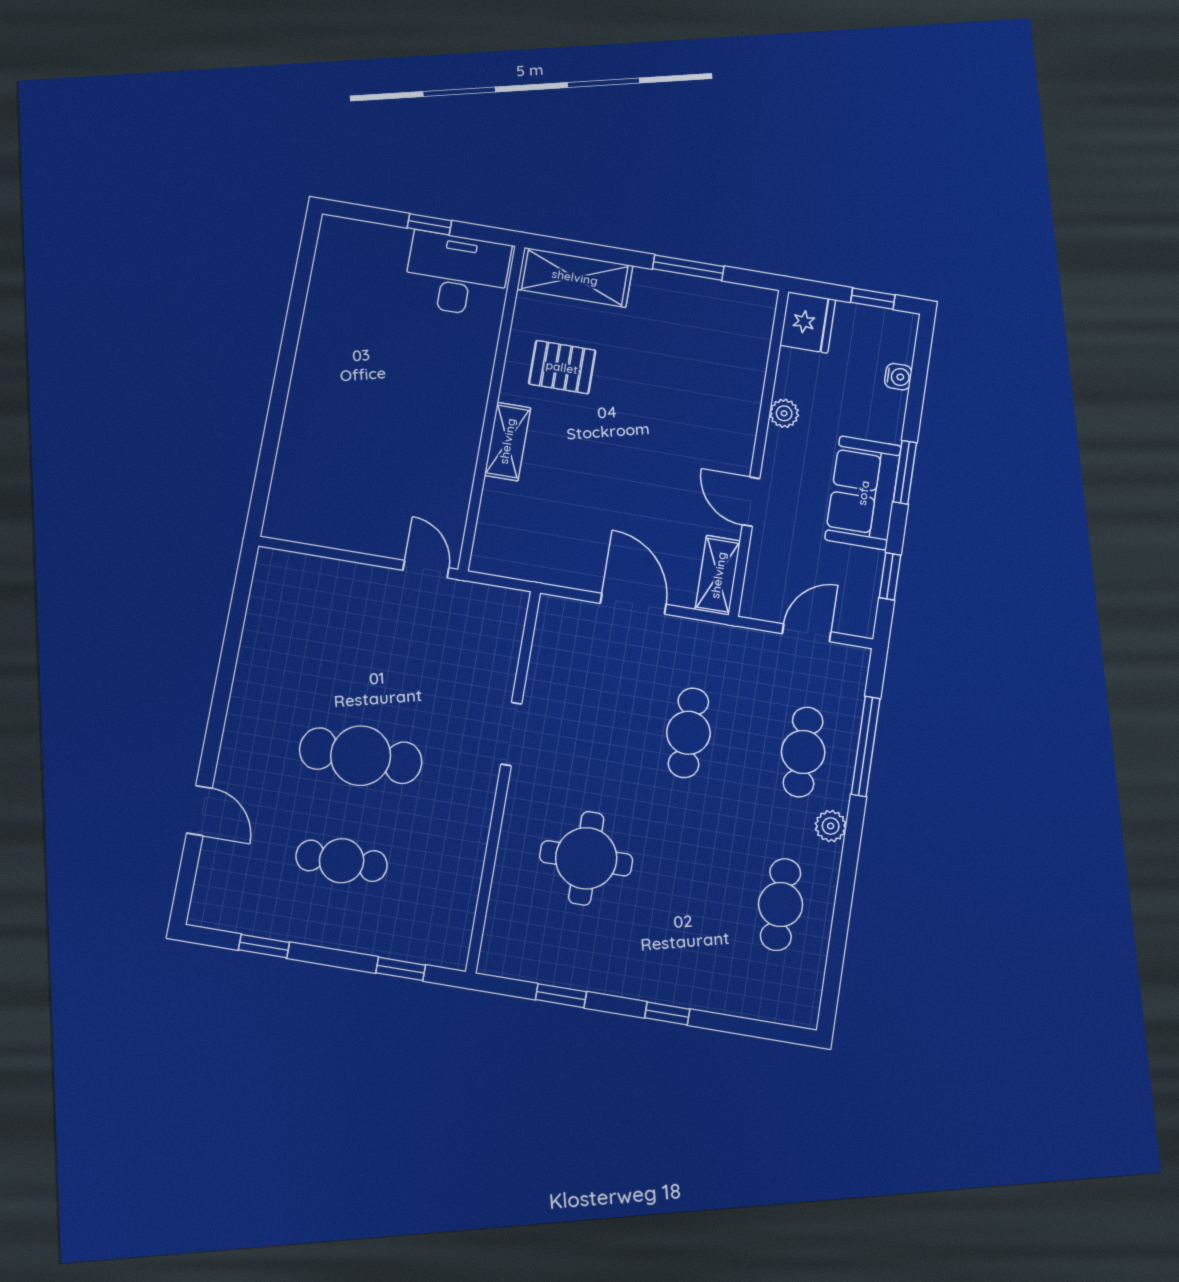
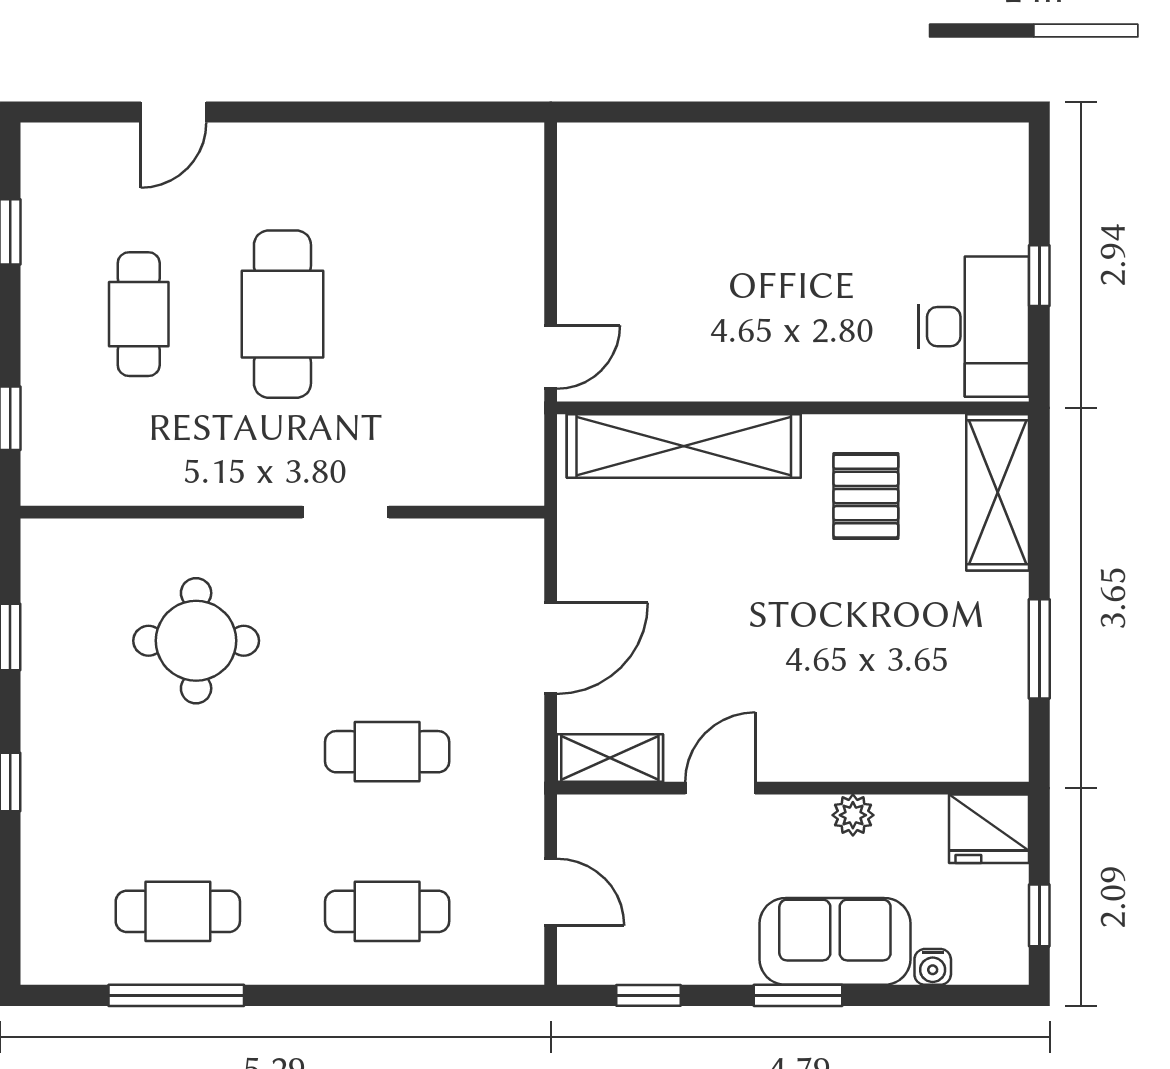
shelving: (507, 441) -> (684, 446), width x2.20, depth x1.33
sofa: (863, 493) -> (835, 941), moved
window: (866, 746) -> (176, 995), moved
plant: (831, 826) -> (294, 963), removed

